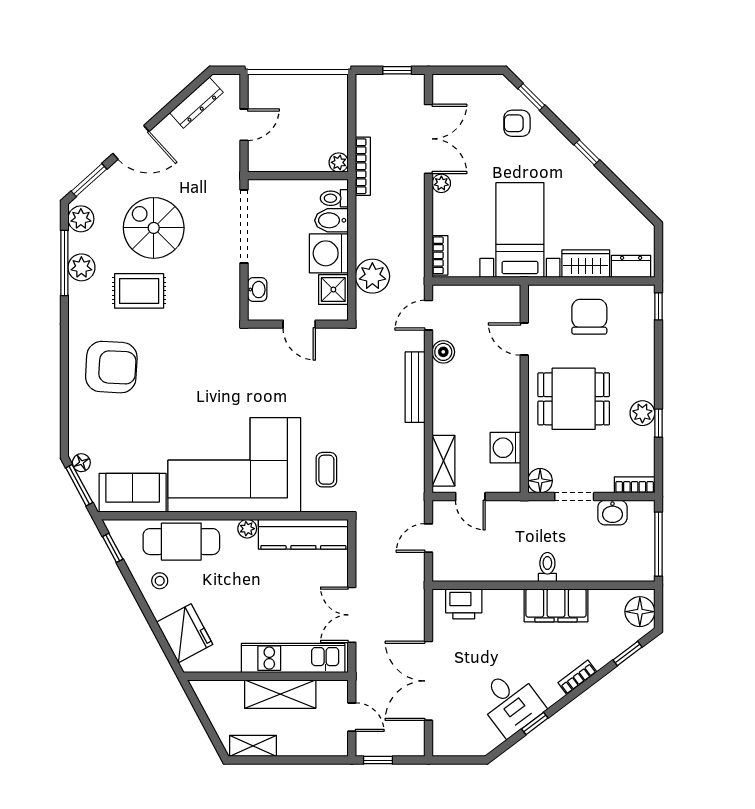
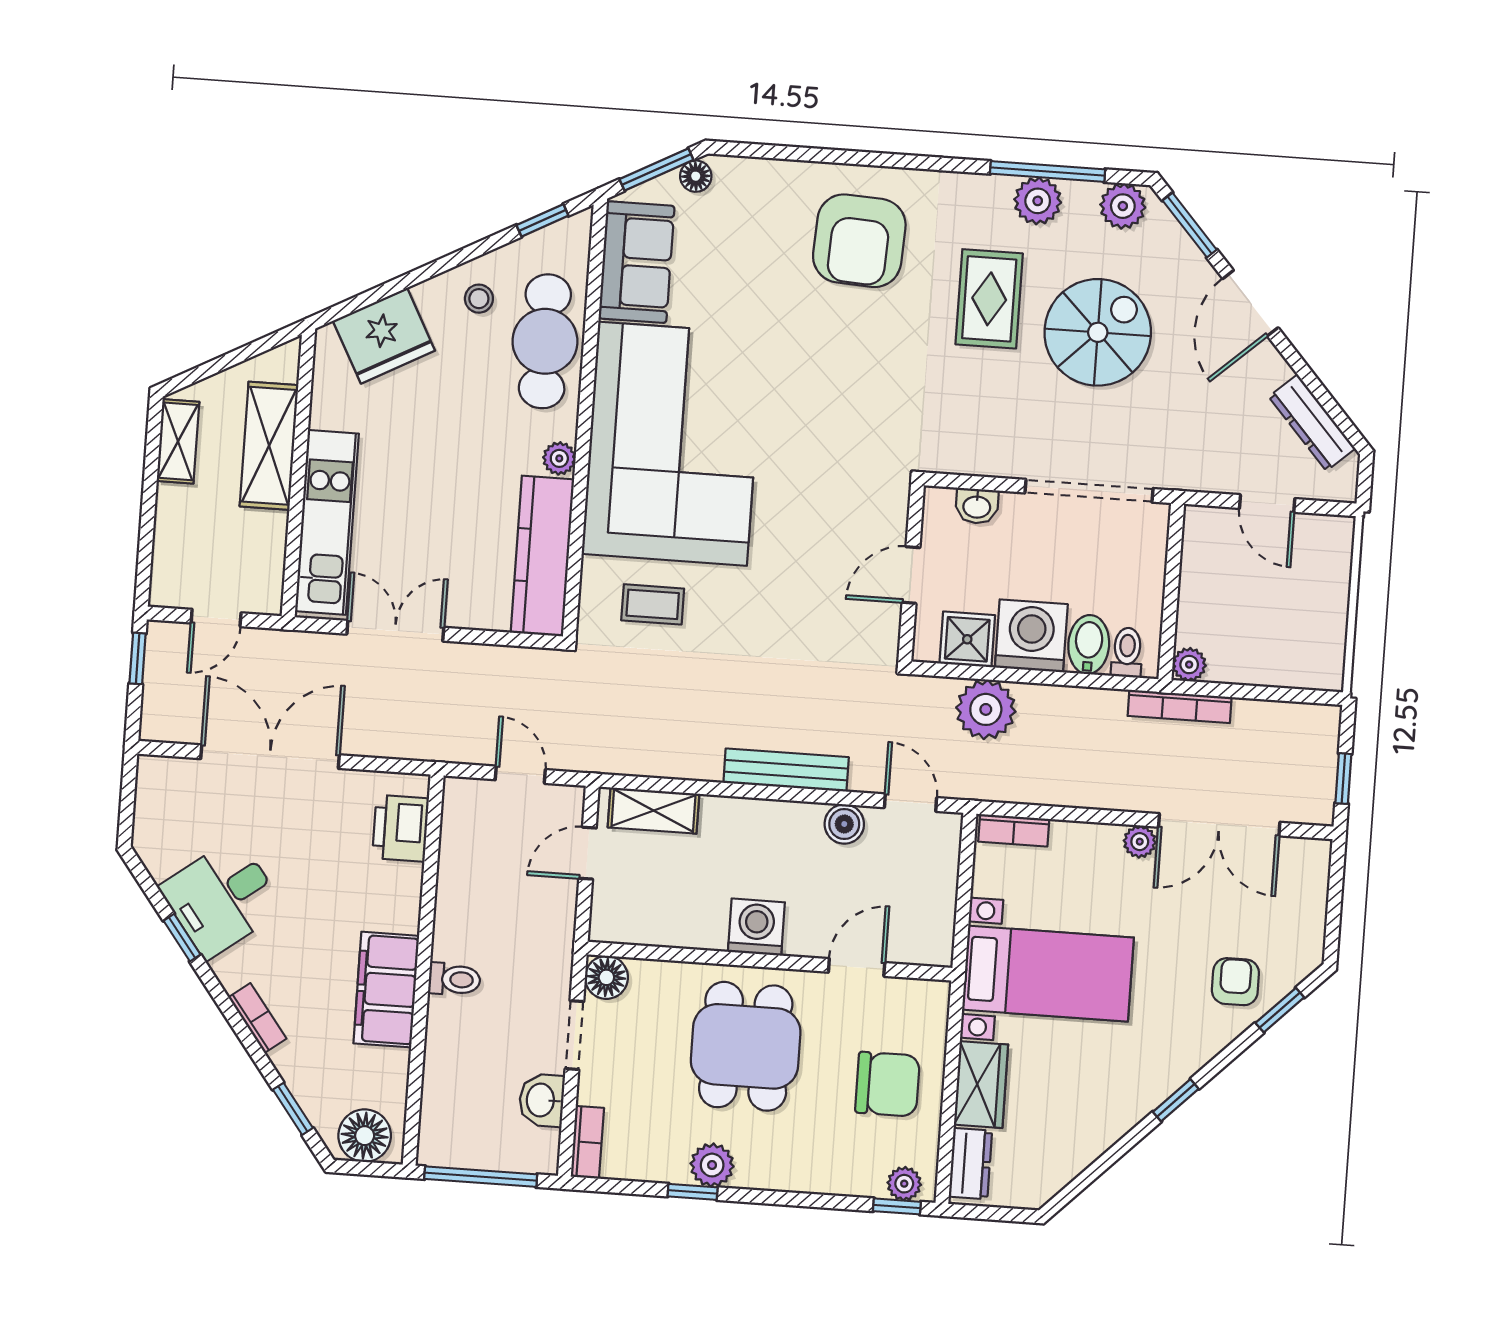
plant: (645, 303) -> (904, 1184), added
washing machine: (505, 448) -> (756, 927), moved
shelving: (280, 694) -> (269, 446), moved

